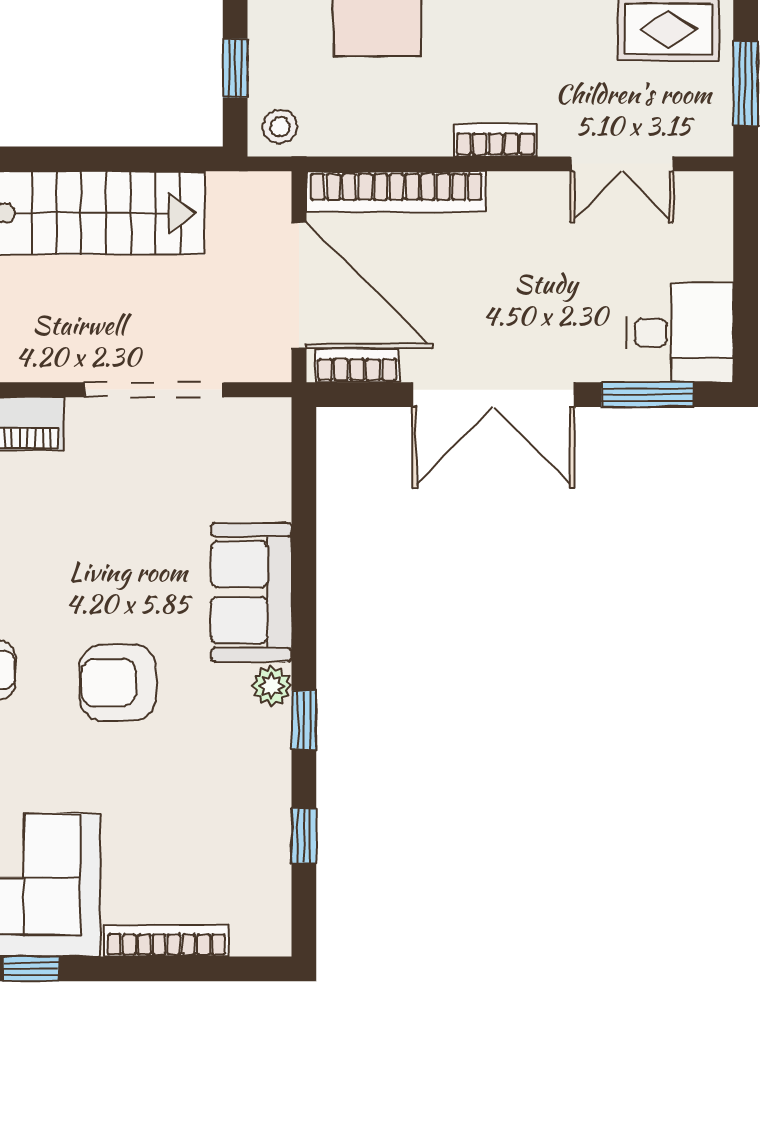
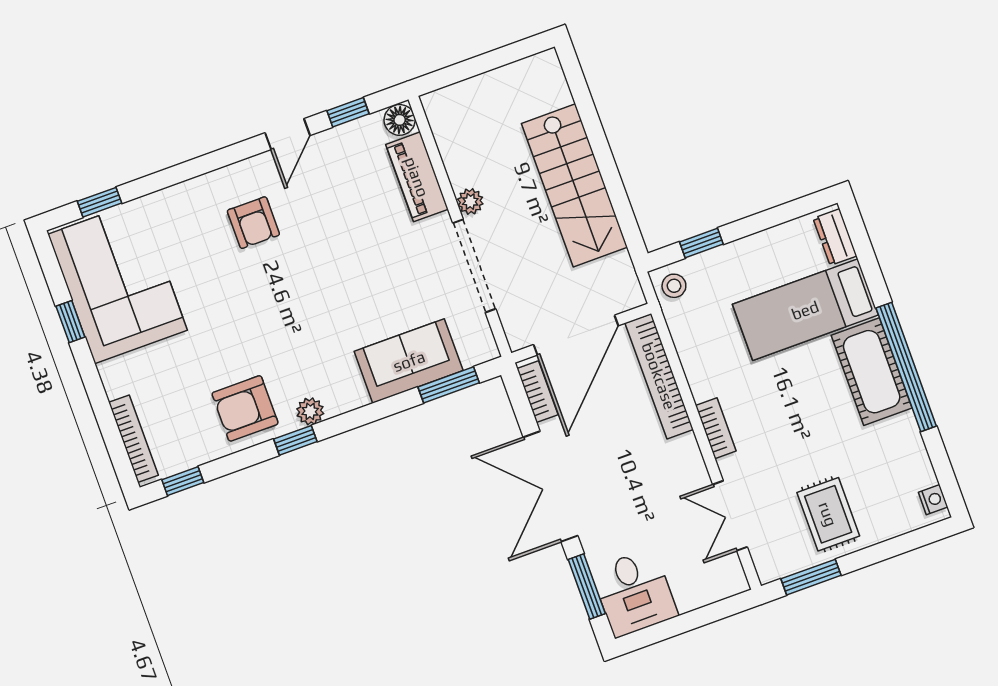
plant: (64, 363) -> (470, 201), added
window: (304, 484) -> (449, 385), added
sofa: (251, 592) -> (409, 361), moved
armchair: (118, 683) -> (245, 408), moved, turned -90
window: (304, 836) -> (183, 481), moved
bookcase: (166, 941) -> (133, 439), moved

